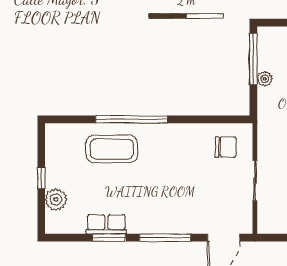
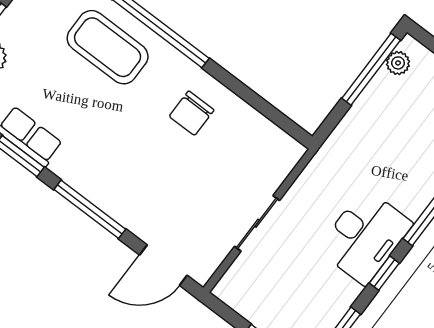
plant: (265, 79) -> (398, 63), moved
chair: (226, 147) -> (192, 113), moved, turned 90

